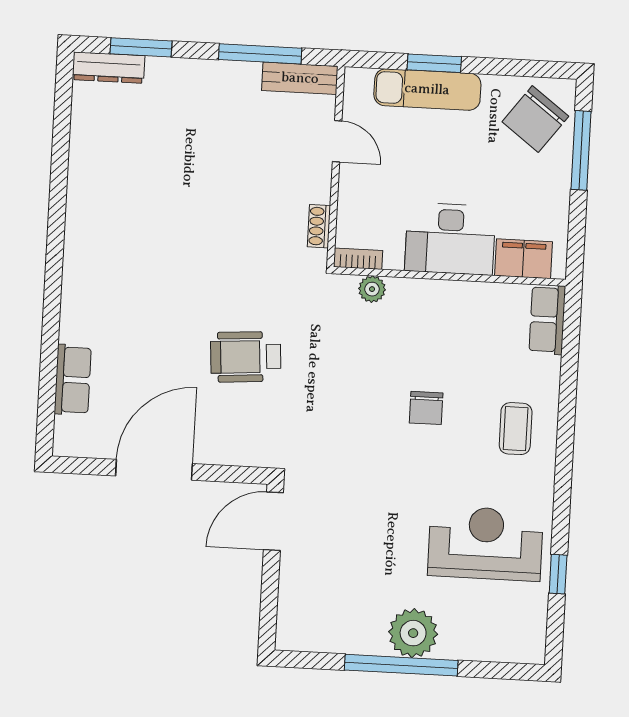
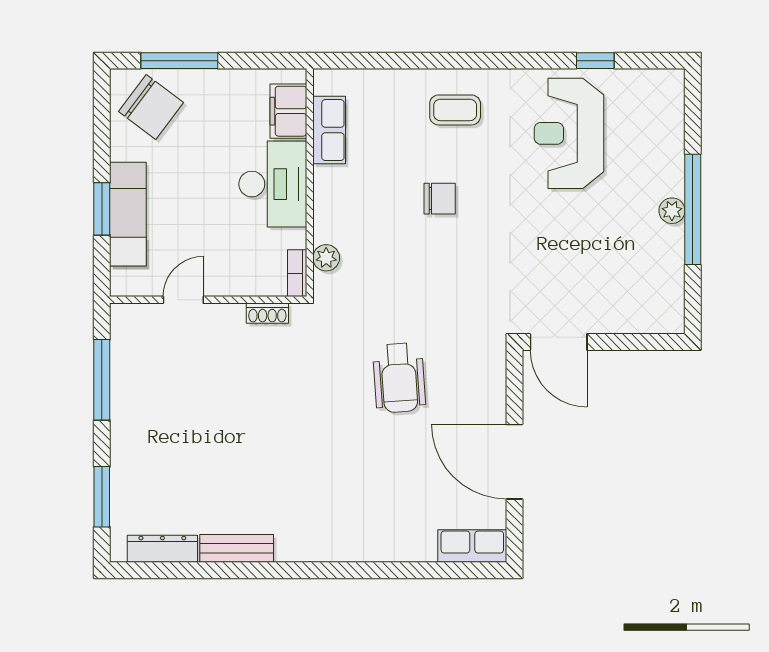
dresser: (109, 68) -> (162, 549), moved, turned -90
bench: (300, 78) -> (237, 548), moved, turned 90
row of seats: (547, 320) -> (329, 130), moved, turned -90
row of seats: (73, 380) -> (472, 546), moved
plant: (413, 633) -> (672, 211), width x0.53, depth x0.53

